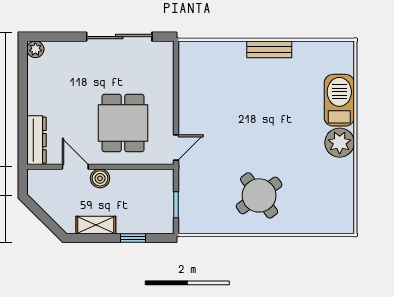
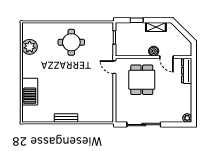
plant: (340, 143) -> (30, 47), moved
door: (176, 147) -> (114, 67), hinge flipped
round table: (259, 195) -> (71, 42), turned 36

